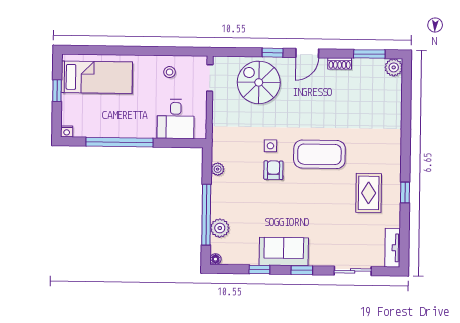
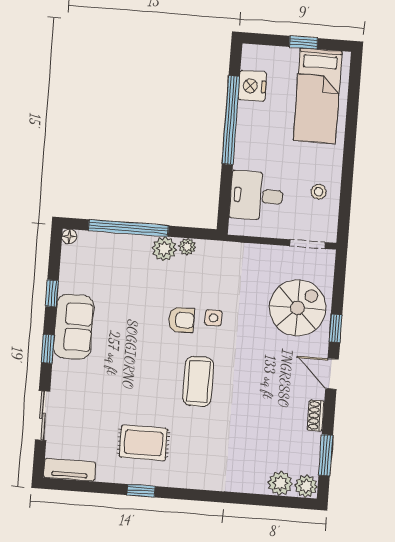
plant: (393, 87) -> (280, 483), added
nightstand: (67, 131) -> (252, 86), moved, width x1.89, depth x1.79
coffee table: (319, 154) -> (198, 382), width x0.73, depth x0.76
plant: (220, 228) -> (164, 249), moved

